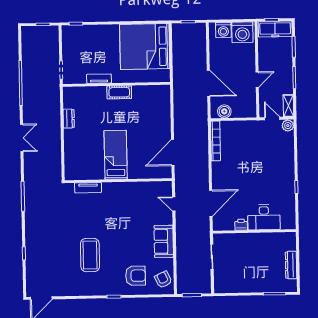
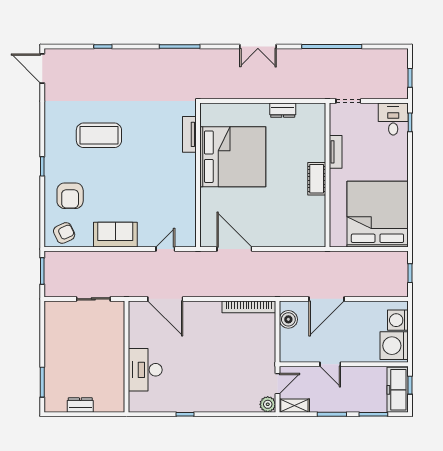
desk: (74, 36) -> (393, 119), added
bed: (116, 155) -> (233, 157), width x2.04
printer: (241, 225) -> (136, 339), removed
dresser: (291, 265) -> (80, 405), width x0.70

